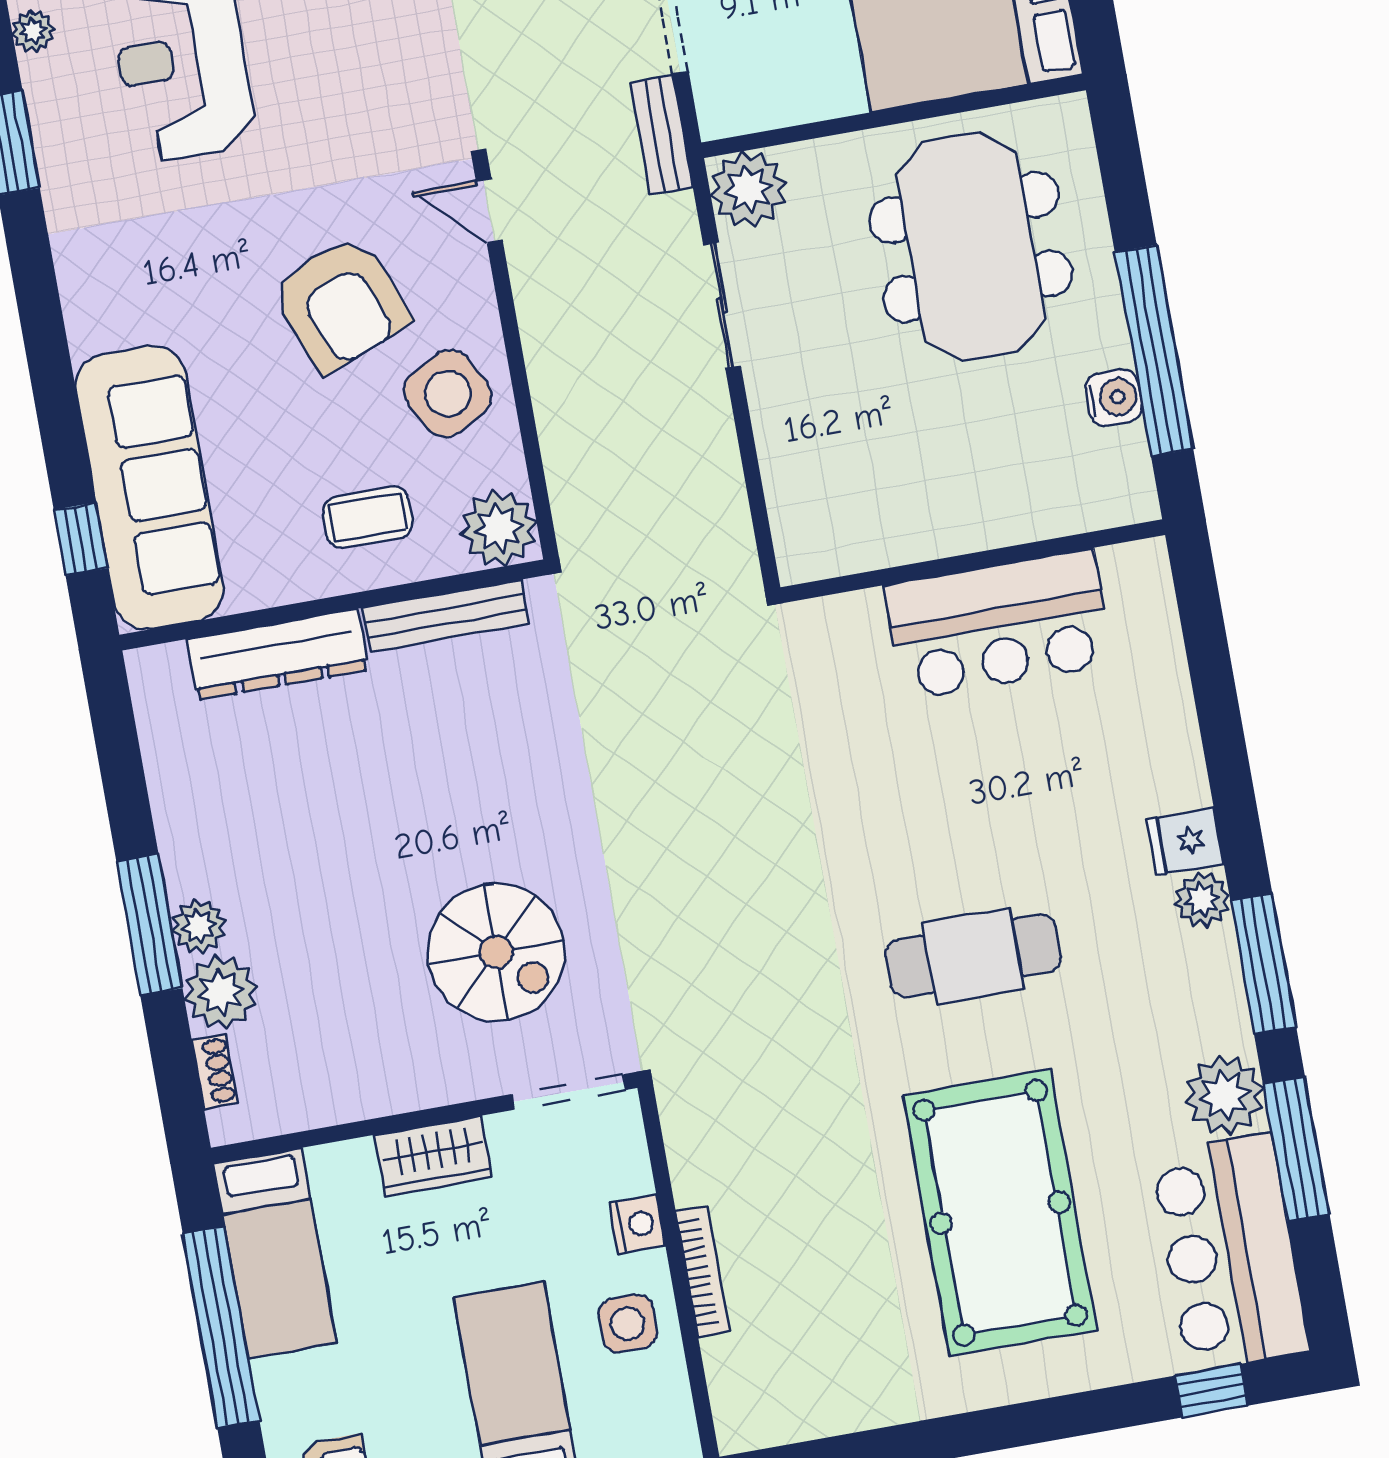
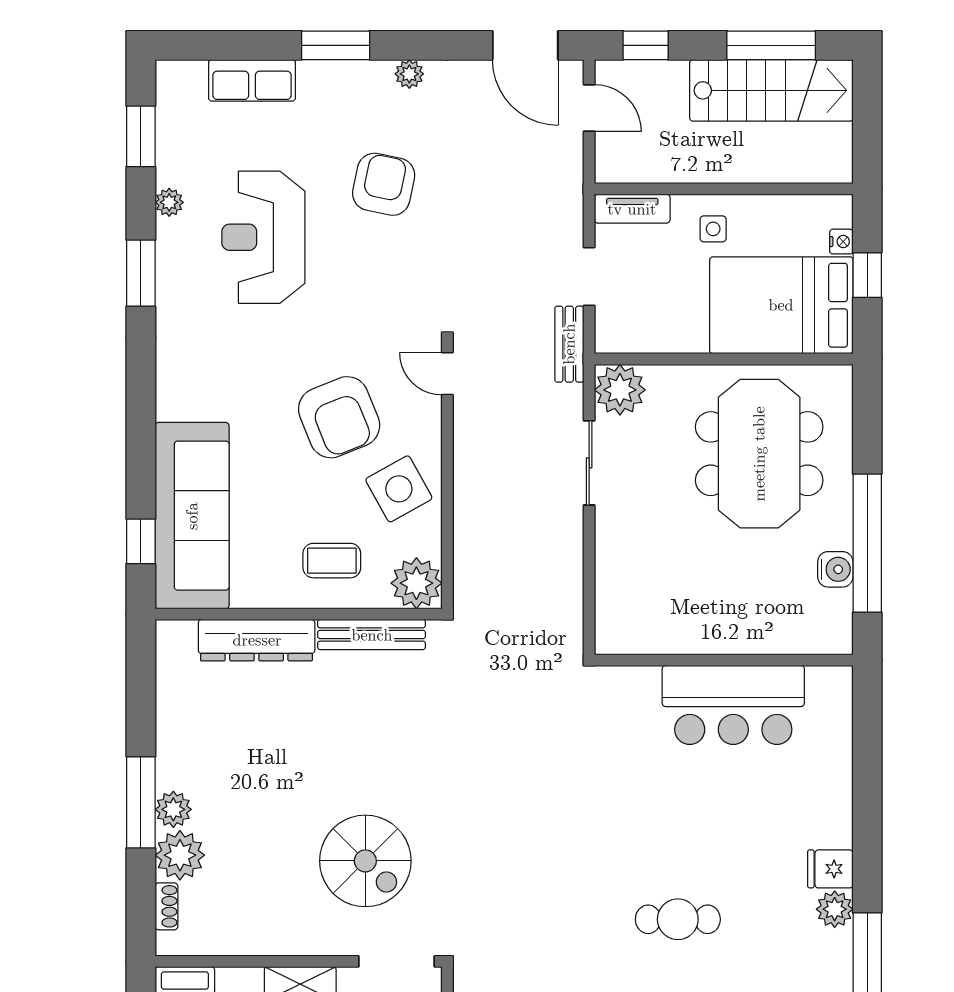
cafe table: (973, 956) -> (678, 919), width x0.73, depth x0.74

